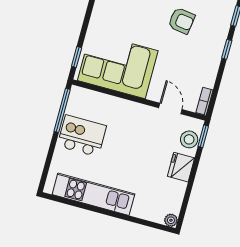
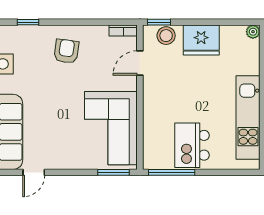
armchair: (181, 21) -> (66, 51), moved
window: (227, 49) -> (64, 22), removed
window: (77, 57) -> (113, 172), width x1.50
fridge: (181, 167) -> (201, 40), width x1.36, depth x1.34

